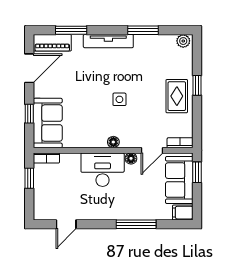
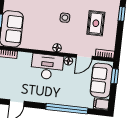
rug: (177, 96) -> (96, 23), moved
window: (136, 224) -> (67, 109), width x1.46

